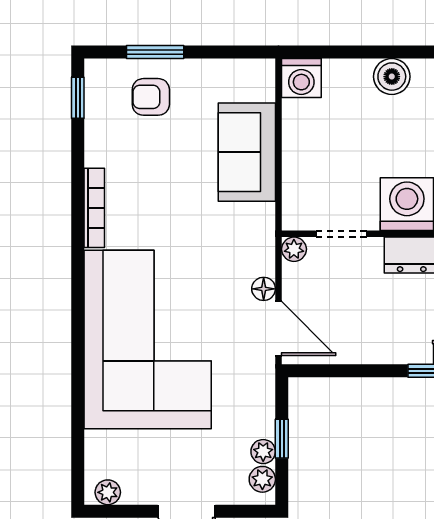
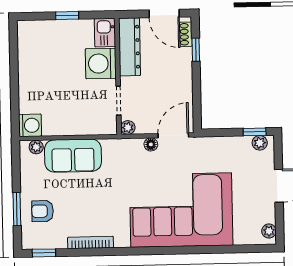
boiler: (392, 77) -> (28, 74), removed
armchair: (151, 97) -> (43, 211), turned 90
bookcase: (94, 208) -> (91, 242), moved
window: (282, 439) -> (255, 132), moved
plant: (263, 452) -> (36, 147), moved

